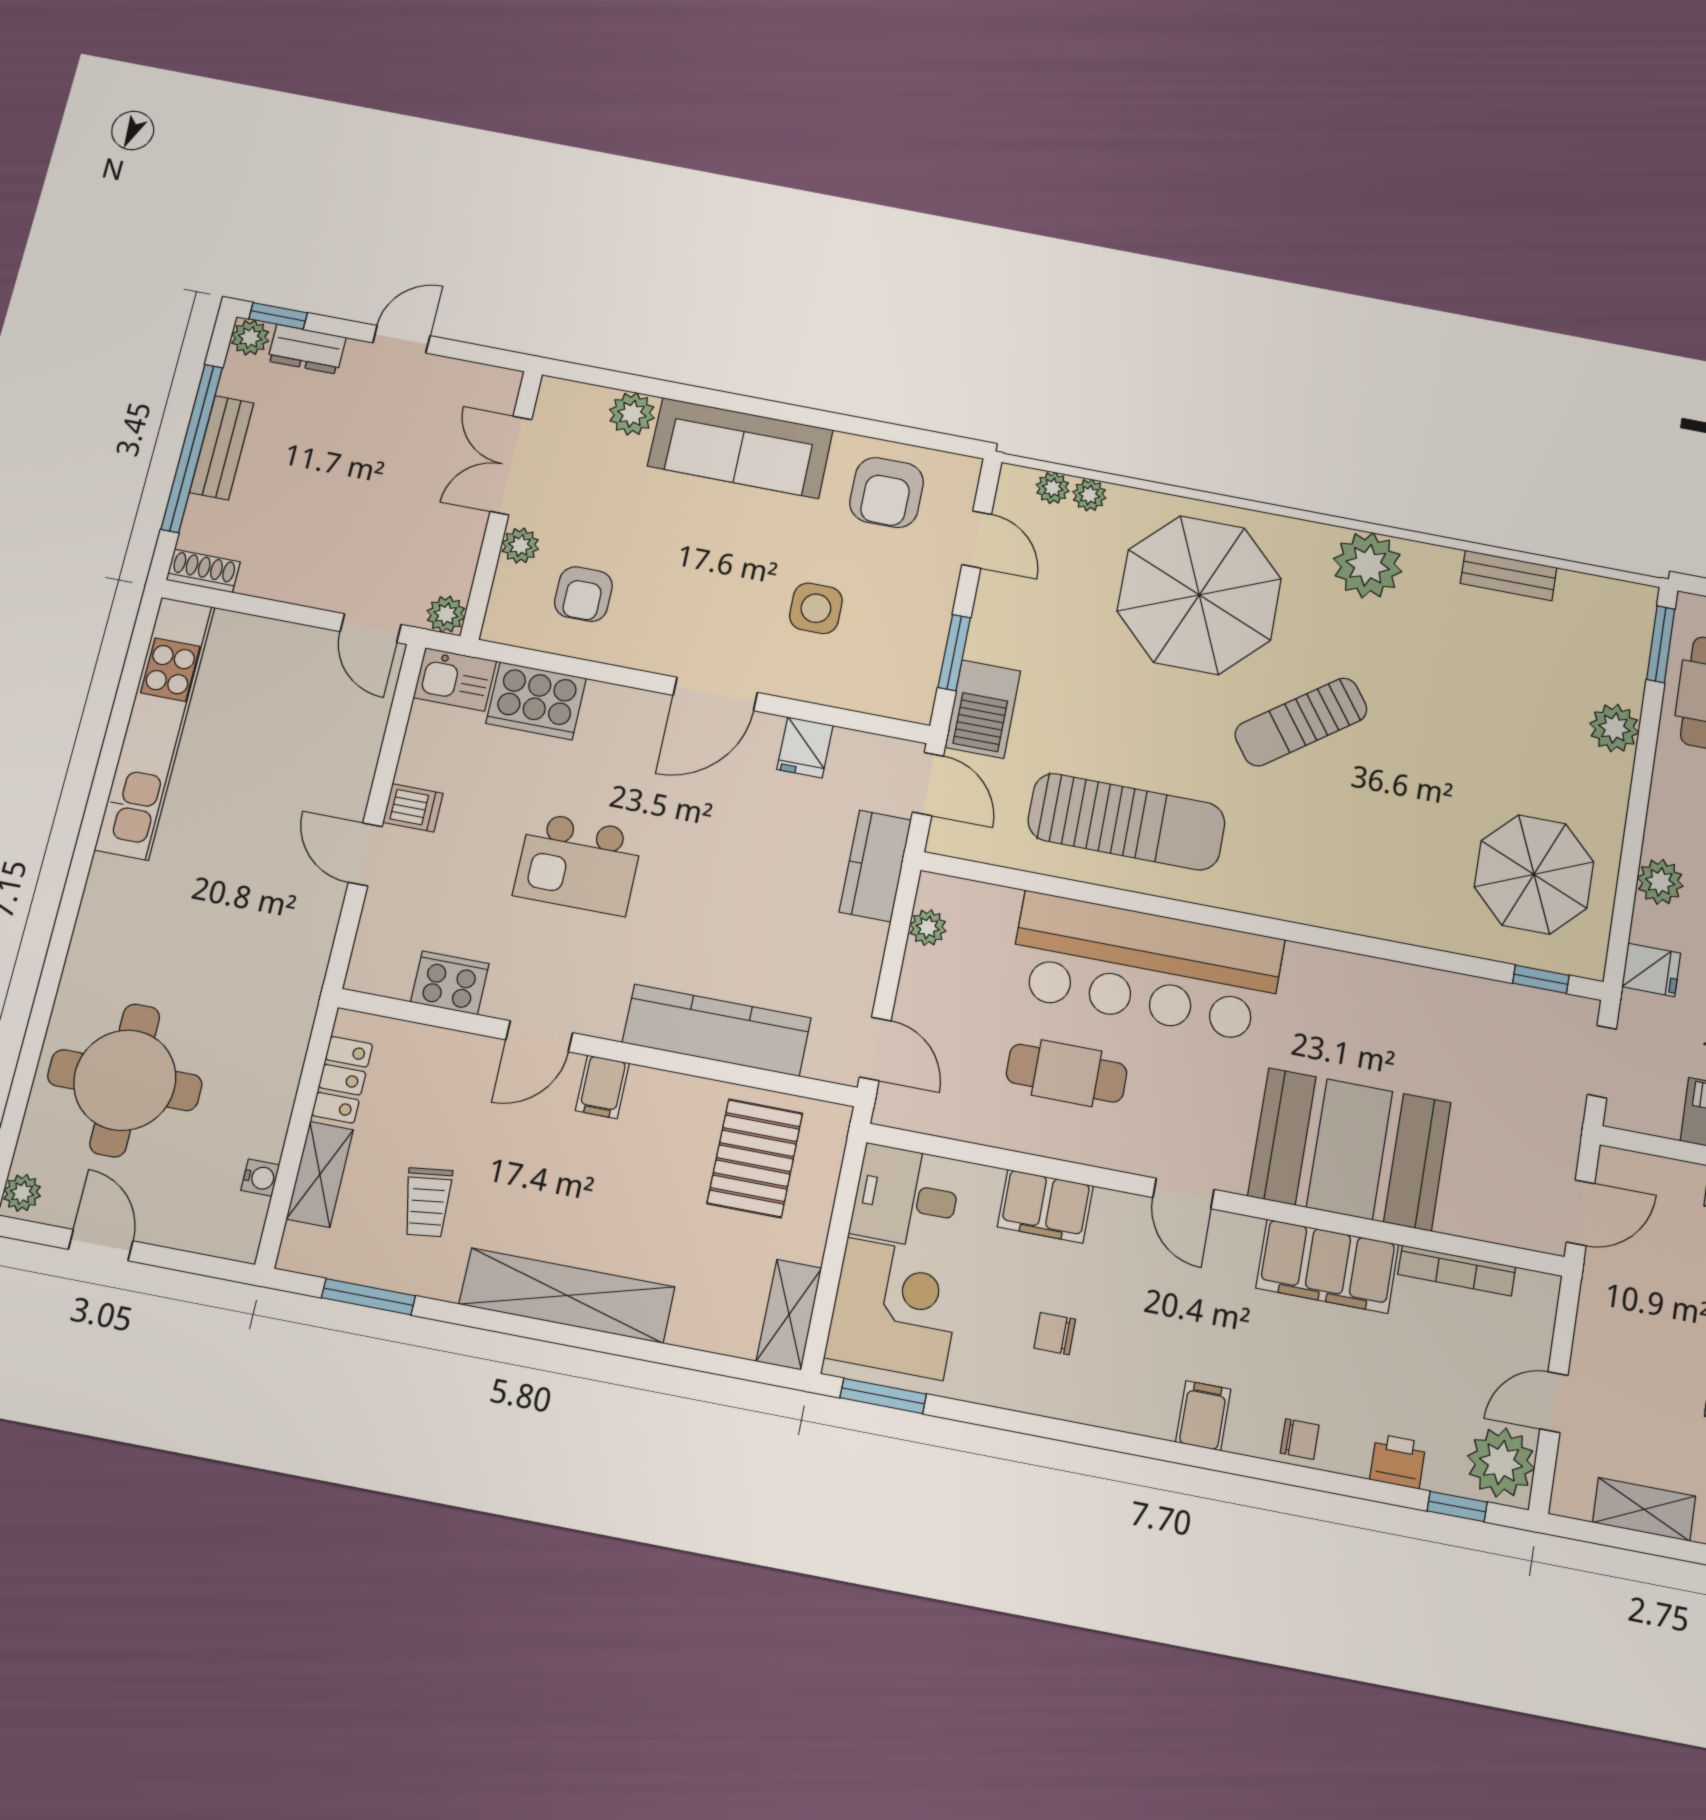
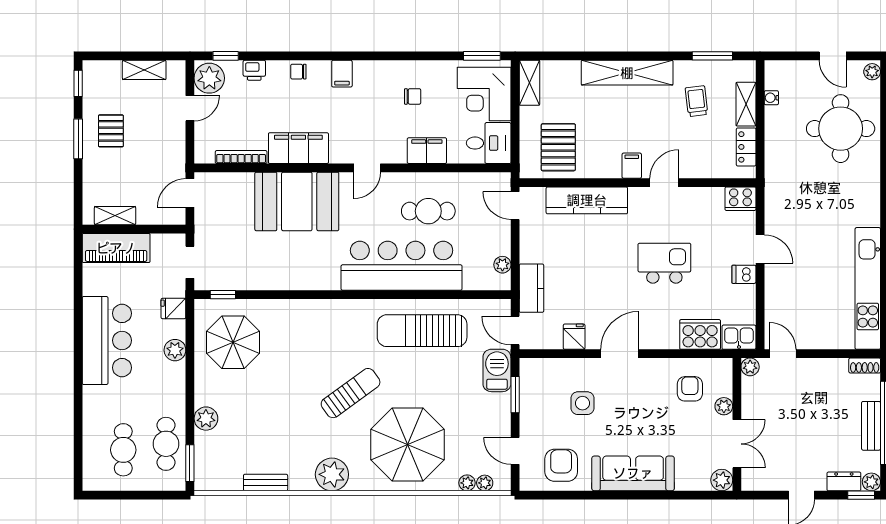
plant: (632, 414) -> (722, 480), moved
cooker: (450, 983) -> (740, 199), moved
door: (1183, 1193) -> (367, 168), swing flipped

